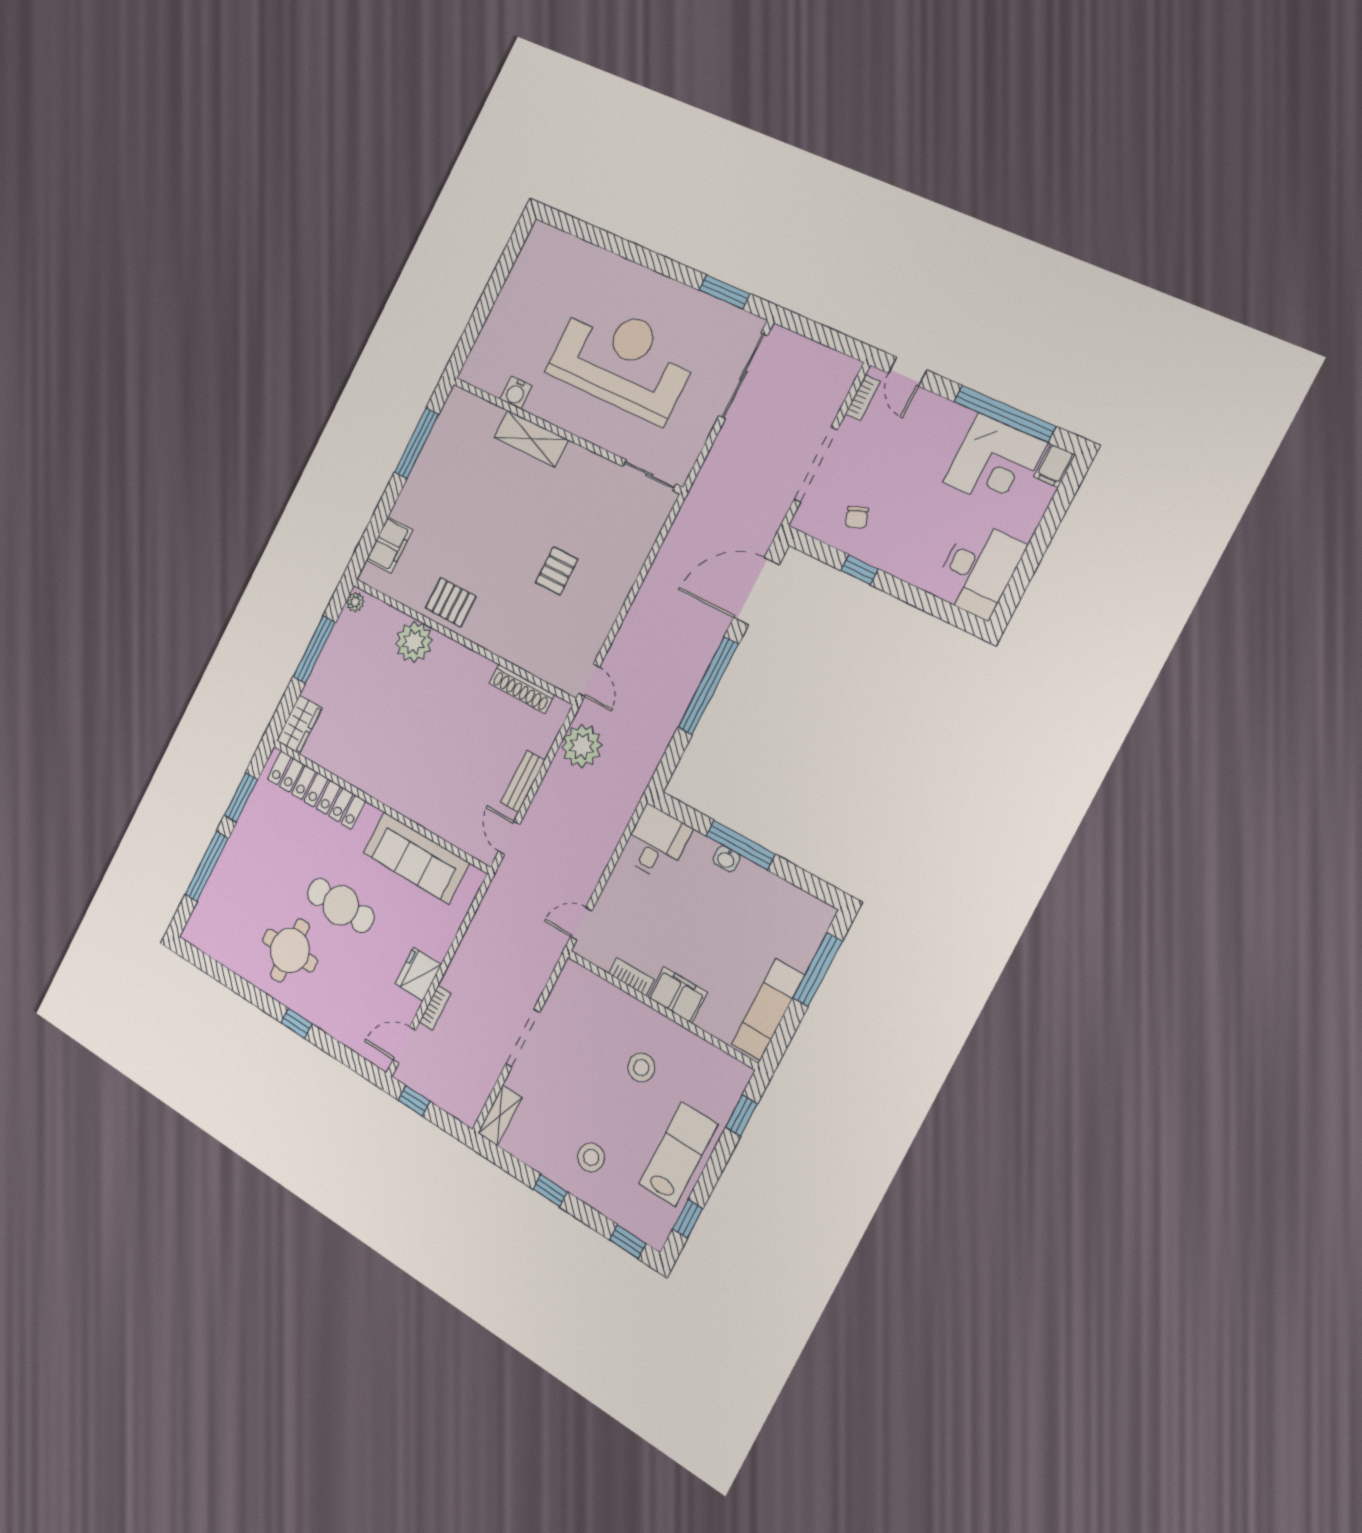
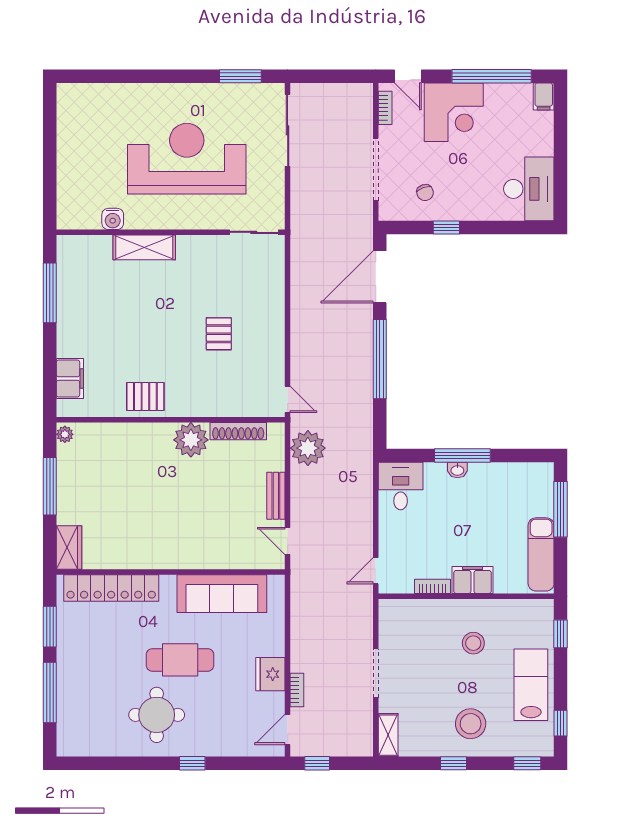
corner desk: (995, 463) -> (454, 112), moved
plant: (414, 642) -> (191, 440), moved
stool: (591, 1157) -> (471, 724), width x1.38, depth x1.38

